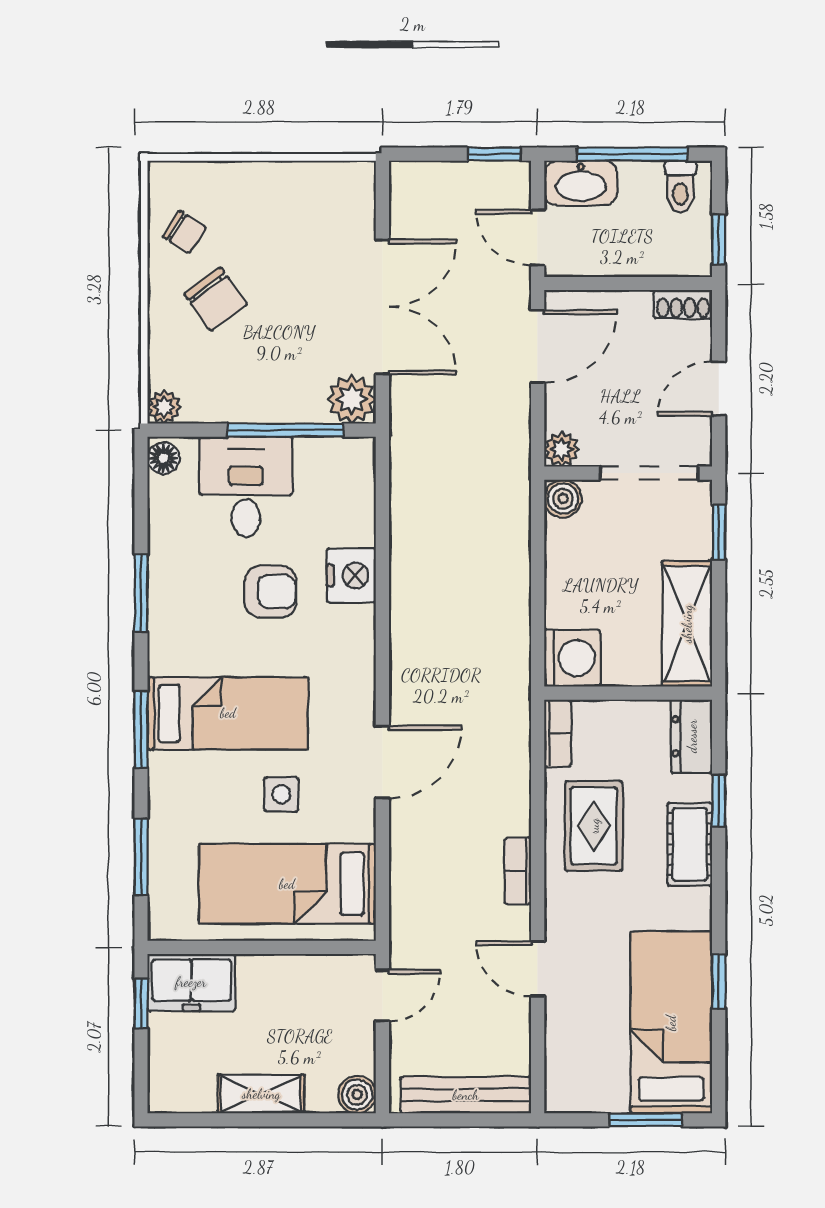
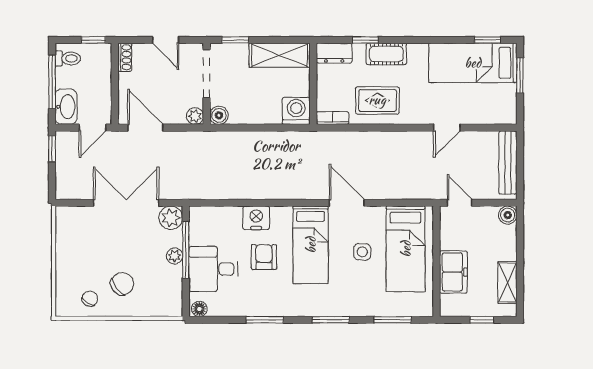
plant: (164, 407) -> (175, 256), moved
bed: (228, 713) -> (311, 245), moved, turned 180
bookcase: (518, 871) -> (399, 137), removed
window: (719, 981) -> (487, 40), moved
freezer: (191, 982) -> (453, 272), moved
window: (141, 1004) -> (482, 320), moved
shelving: (261, 1094) -> (507, 282), moved

